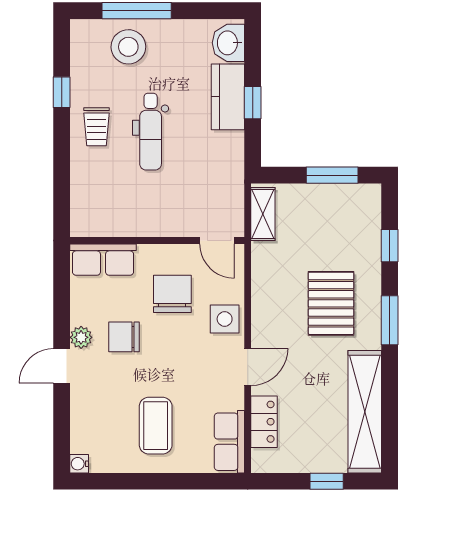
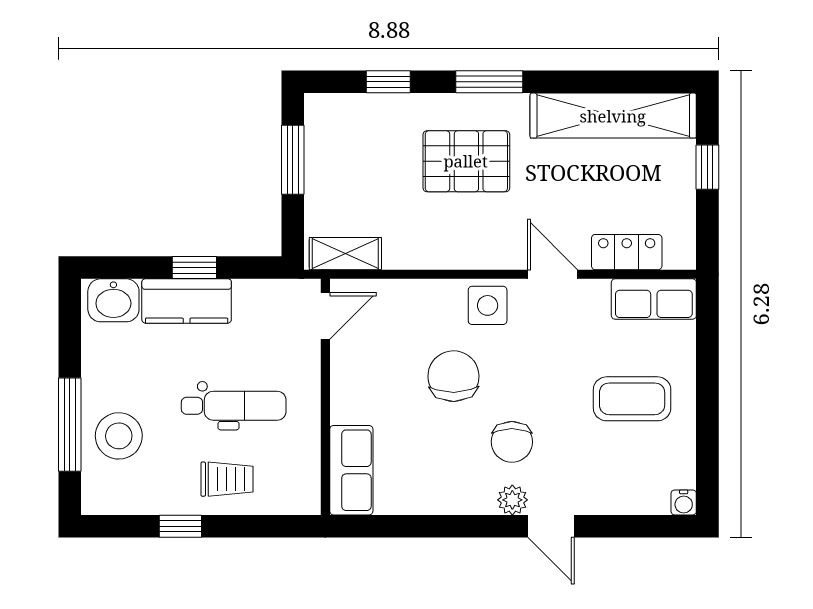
wall: (157, 240) -> (325, 397), moved
door: (217, 240) -> (325, 316), moved
row of seats: (103, 260) -> (351, 470), moved
chair: (172, 294) -> (453, 376), turned 89

